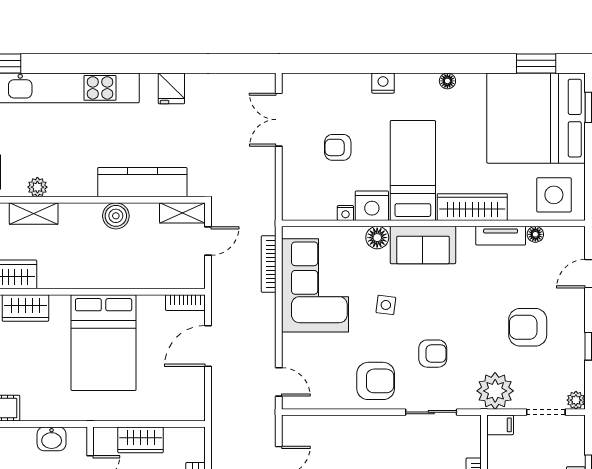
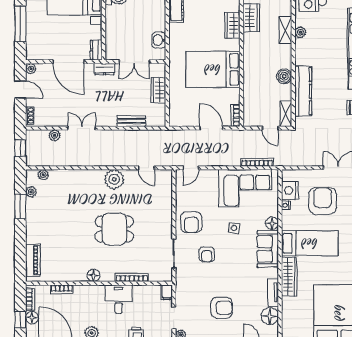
armchair: (338, 147) -> (323, 201), width x1.88, depth x1.88
side table: (554, 195) -> (296, 323), removed
nightstand: (372, 206) -> (290, 191), moved
floor lamp: (535, 234) -> (270, 316), width x1.89, depth x1.89
armchair: (528, 327) -> (222, 308), turned 90
plant: (495, 391) -> (186, 289), removed

